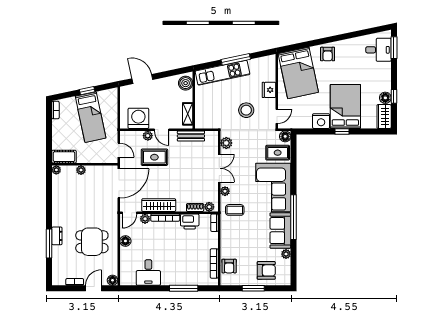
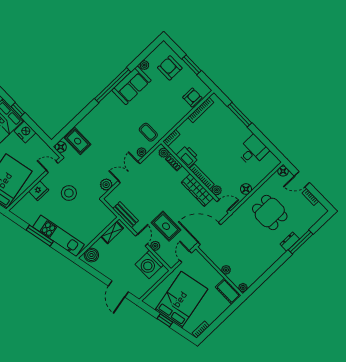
bed: (91, 117) -> (181, 300), width x1.50
corner sofa: (273, 187) -> (105, 120), removed

